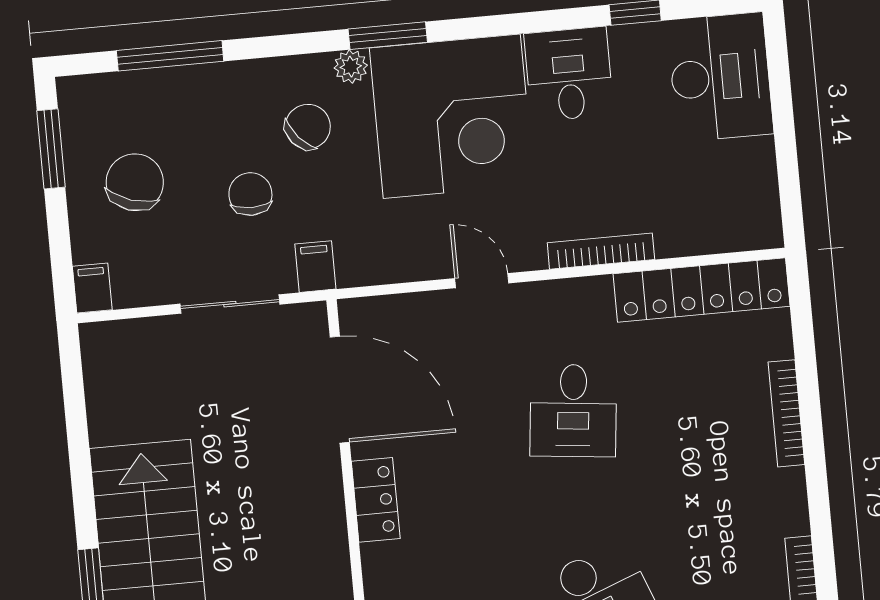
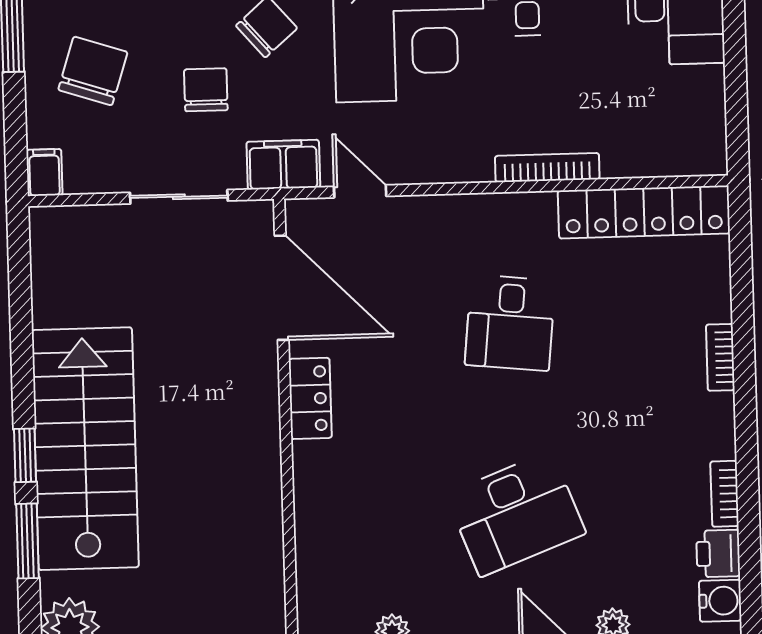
filing cabinet: (315, 267) -> (283, 165), width x2.00
door: (482, 281) -> (360, 191), moved
bookcase: (786, 413) -> (720, 357), width x0.64

